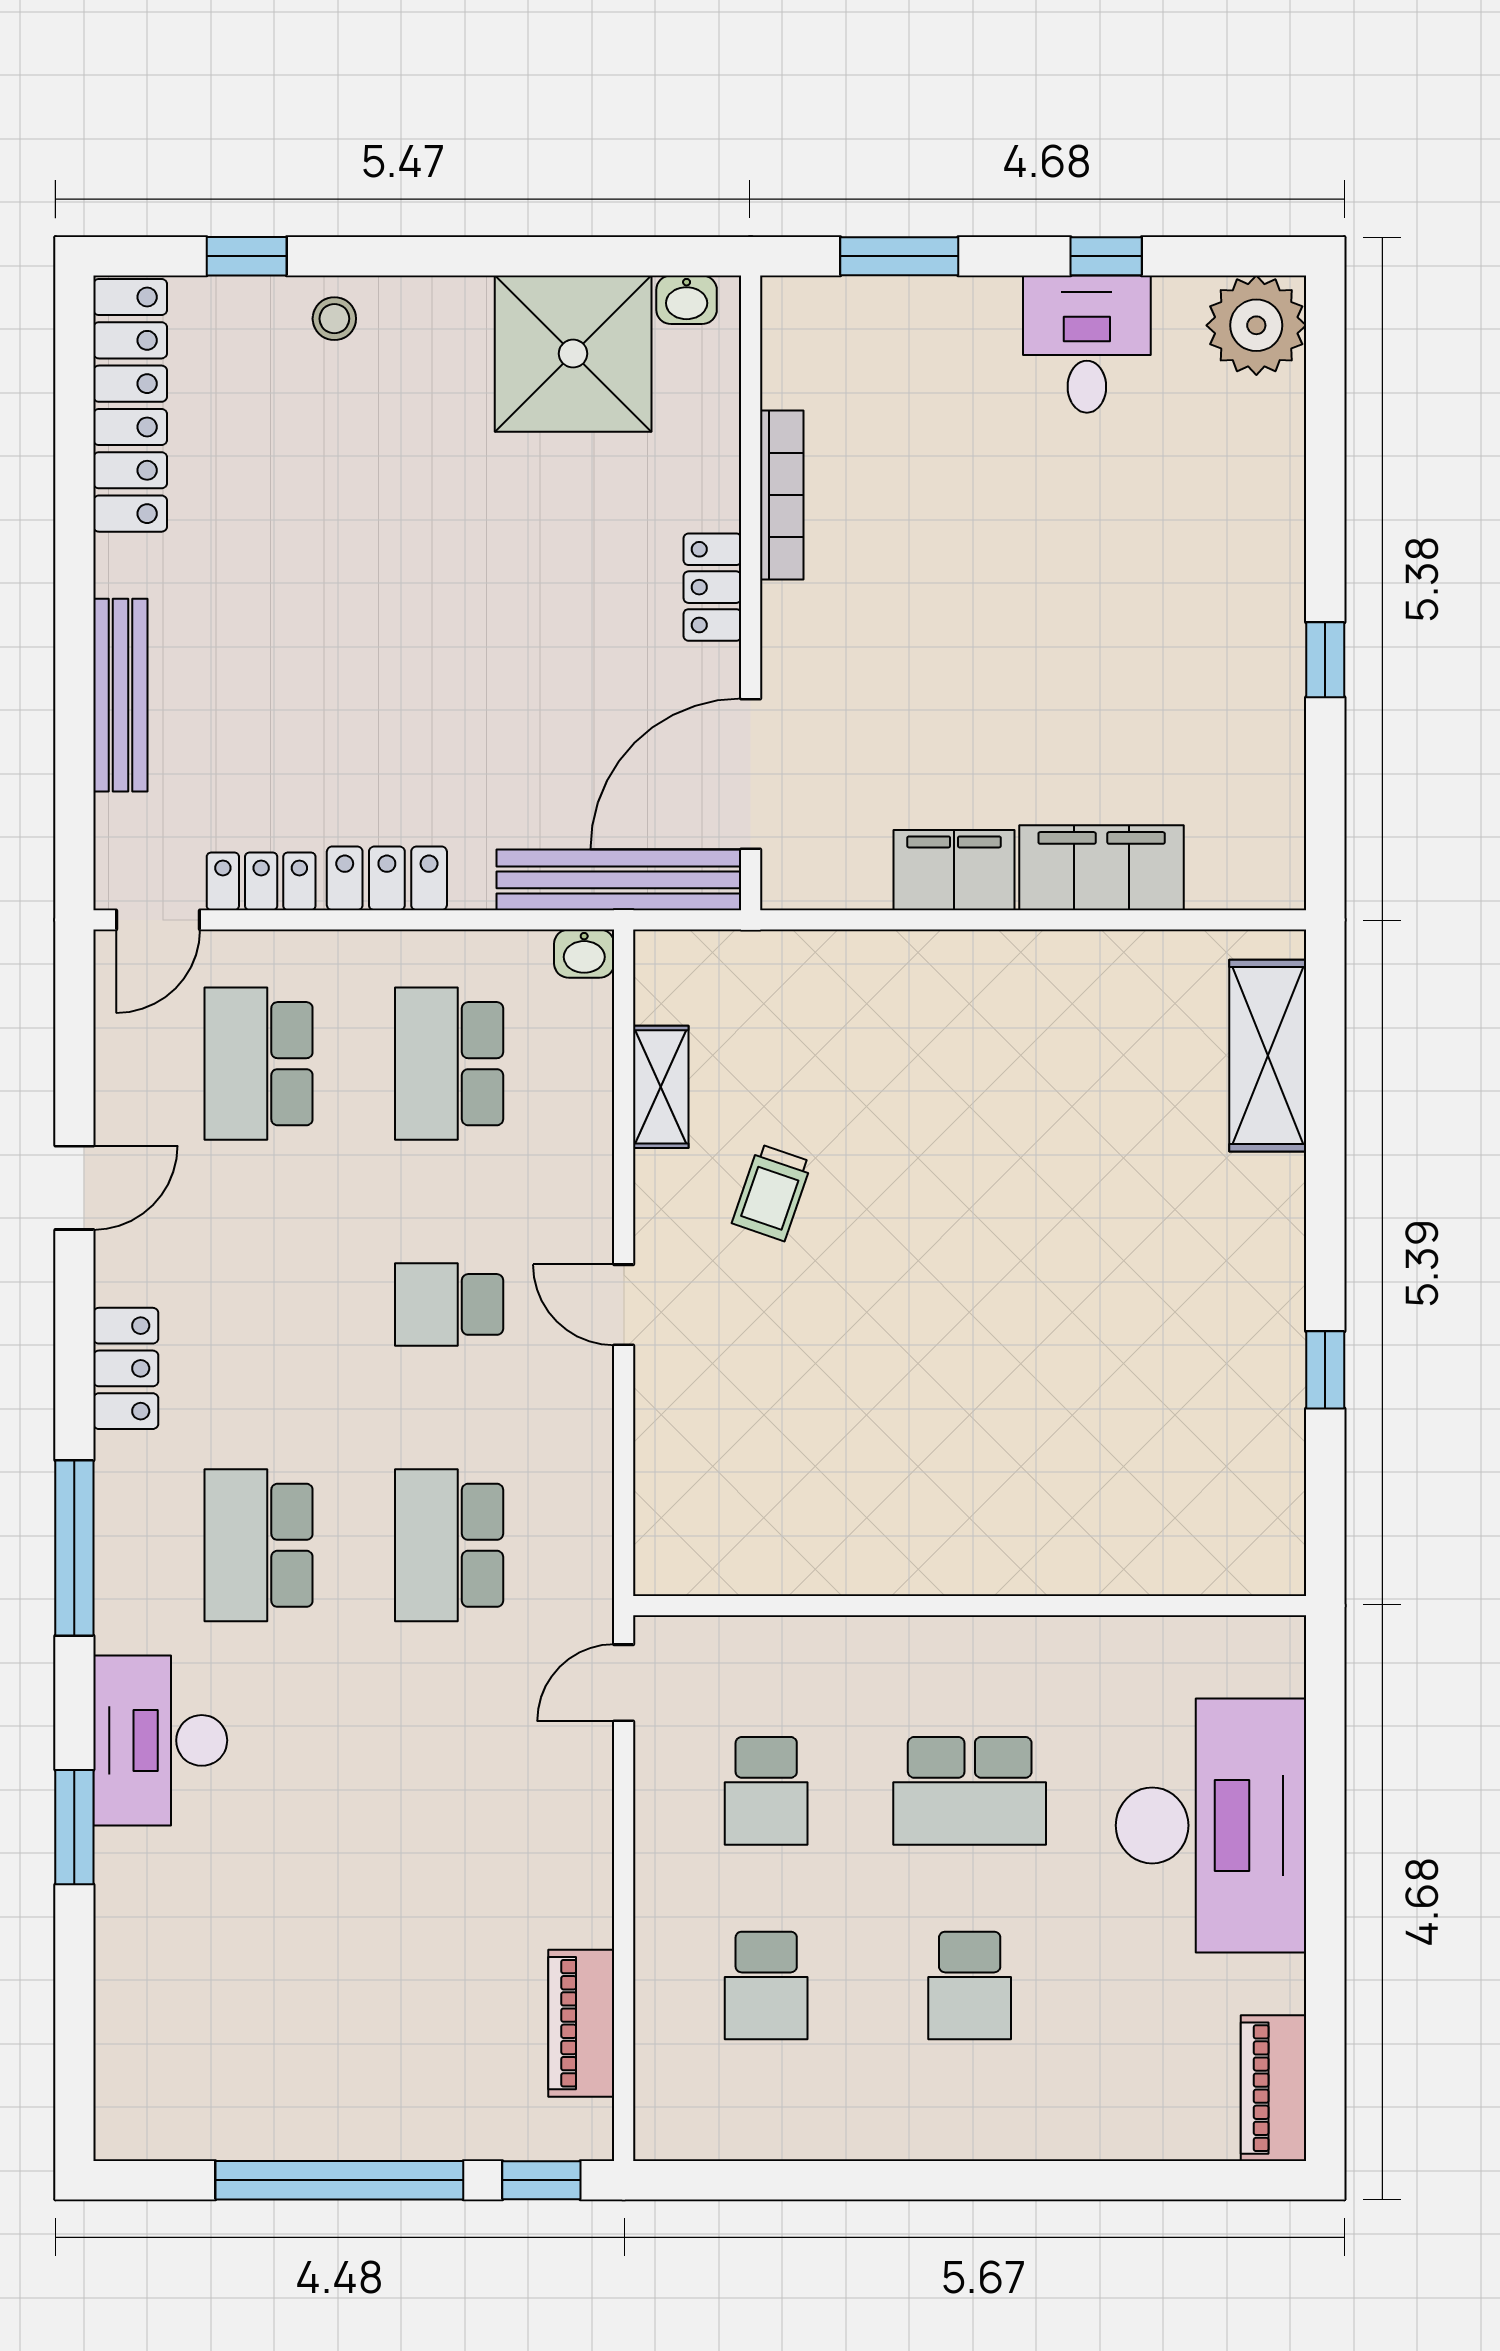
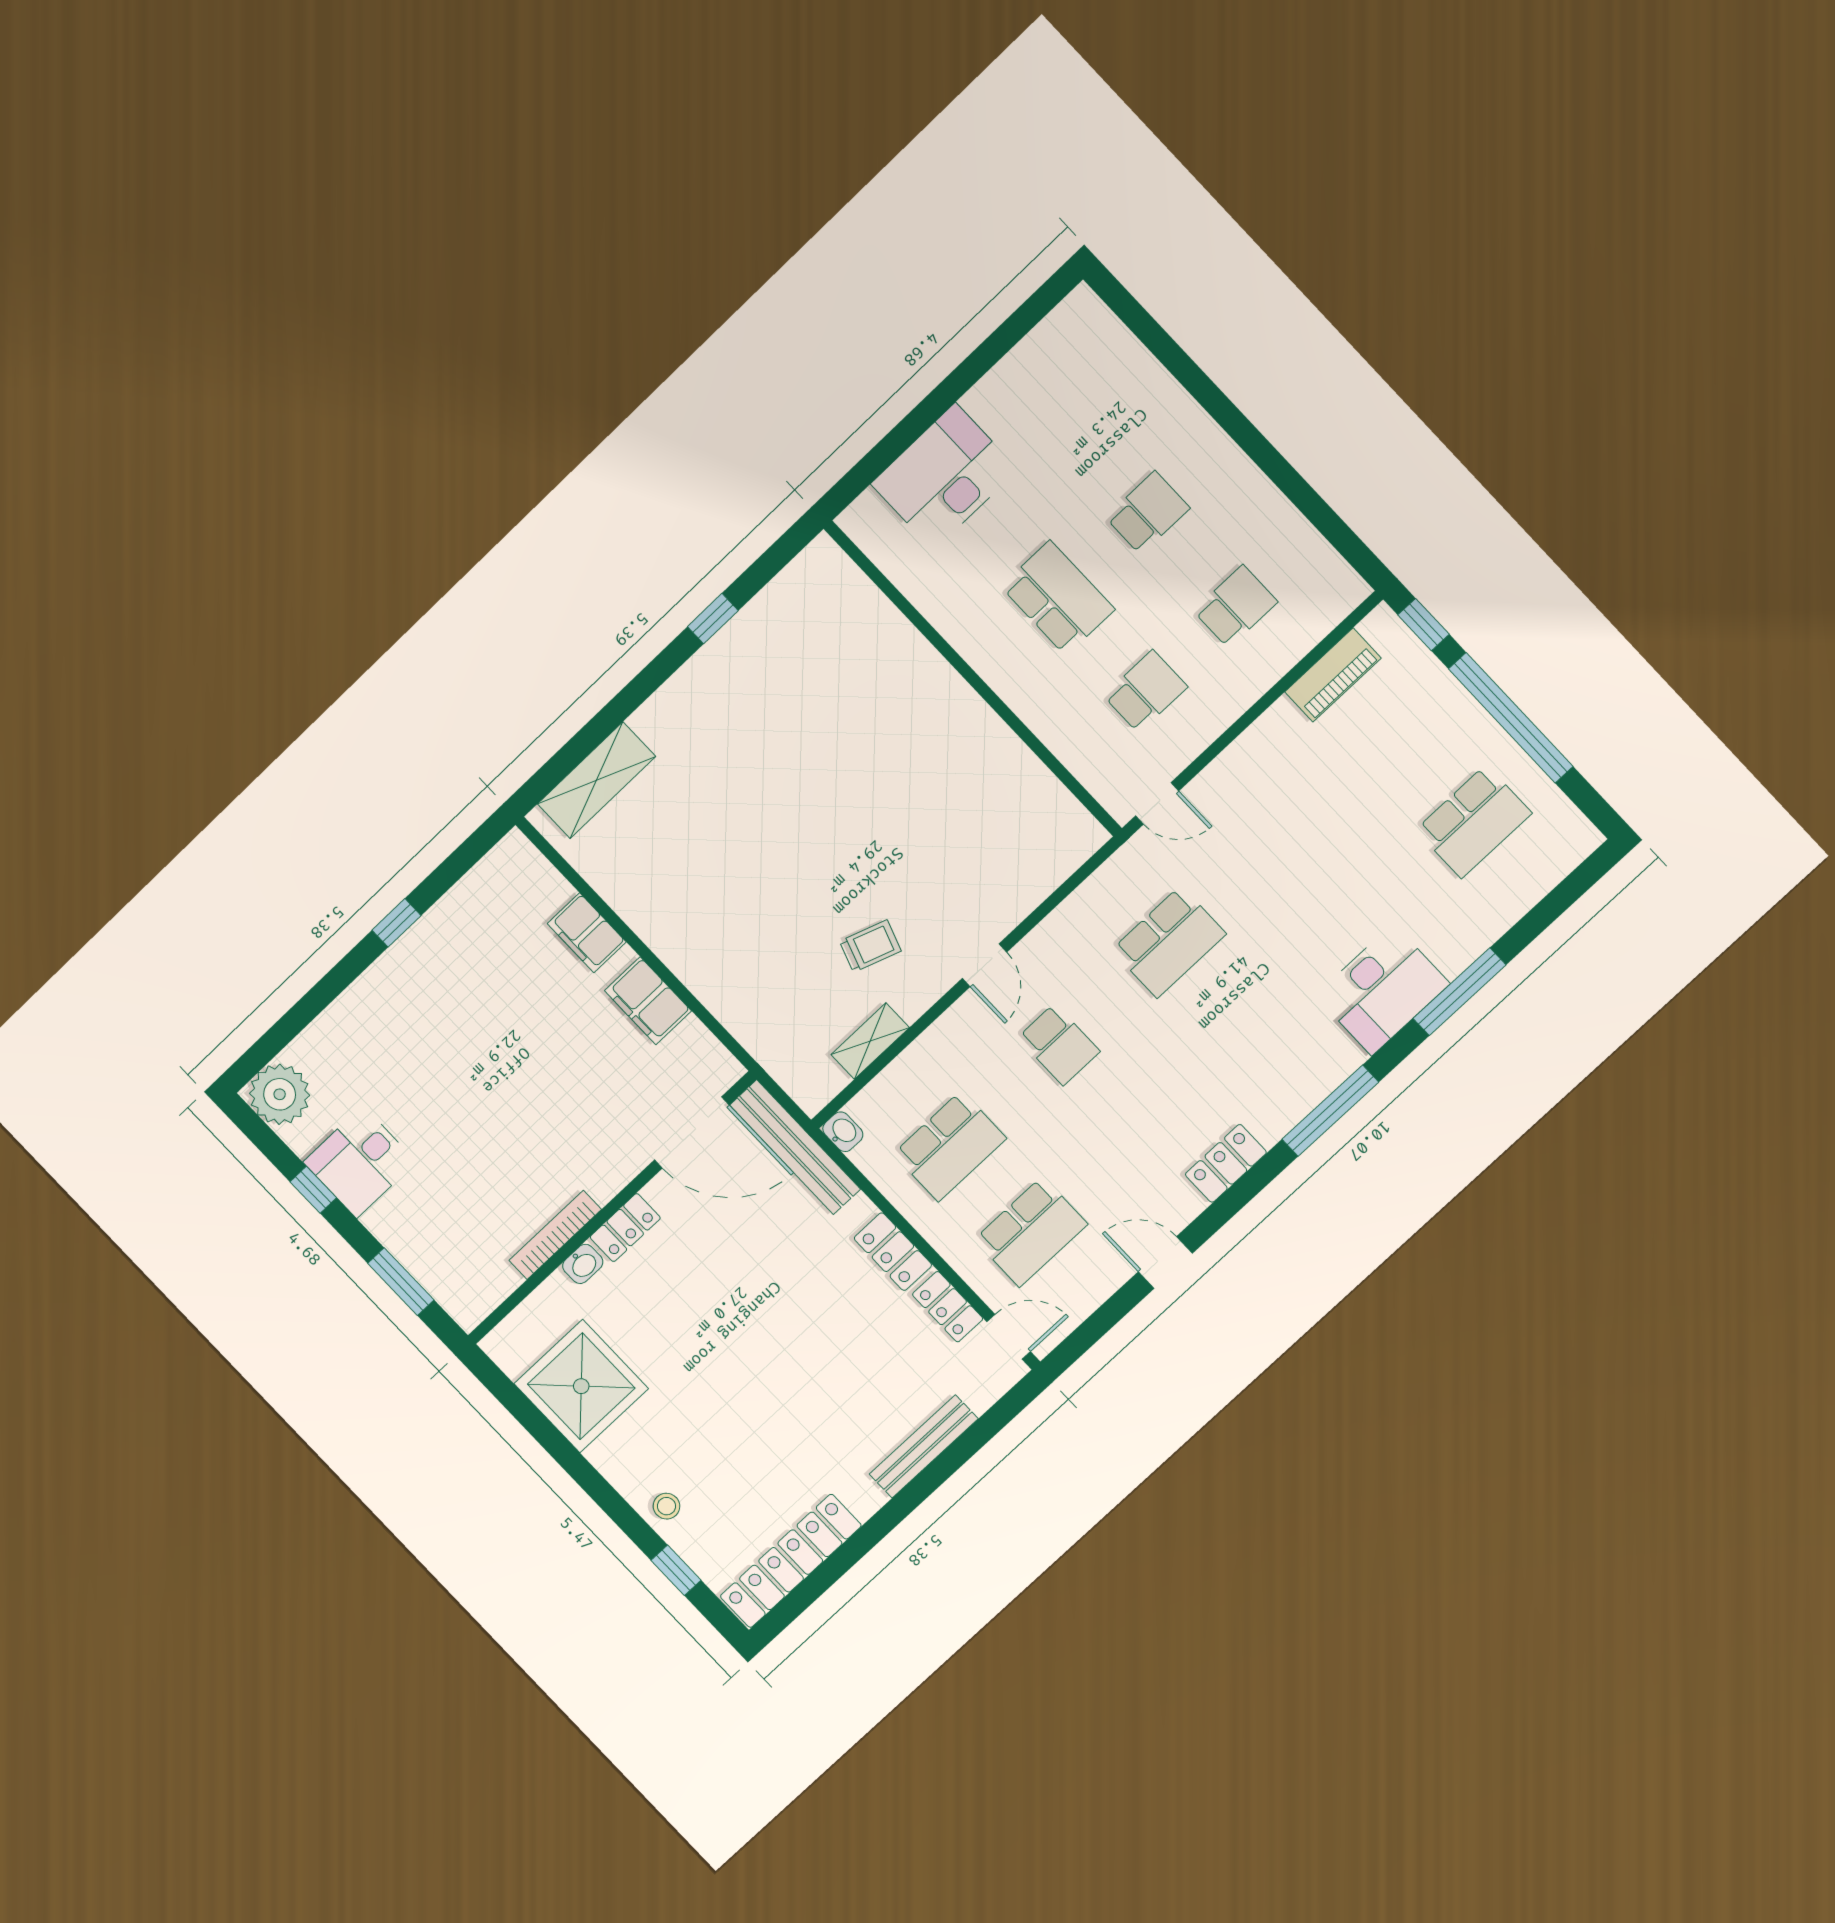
washbasin: (687, 300) -> (583, 1264), moved, turned 90
filing cabinet: (1102, 868) -> (587, 933), width x0.67, depth x0.86
school desk: (258, 1545) -> (1474, 822), moved
desk: (1211, 1825) -> (944, 477), width x0.73, depth x0.77
window: (74, 1827) -> (1459, 992), width x1.44
piano: (1274, 2088) -> (1063, 327), removed

